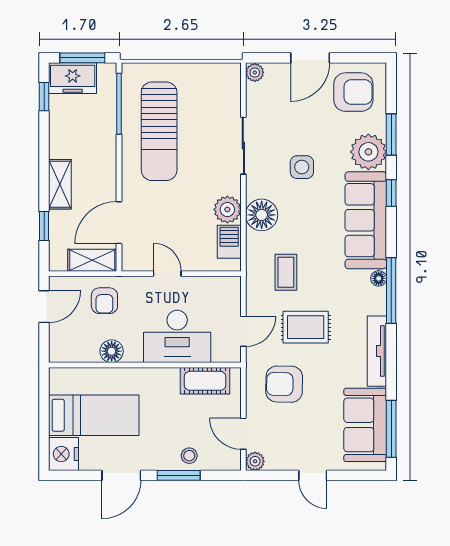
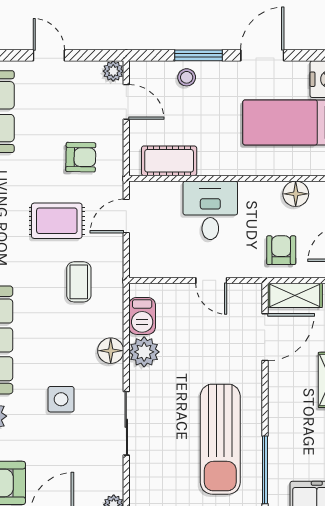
sun lounger: (159, 131) -> (220, 439), turned 180
floor lamp: (262, 215) -> (111, 351), width x0.73, depth x0.73
desk: (177, 336) -> (210, 210), width x0.73
floor lamp: (112, 351) -> (296, 194), moved
armchair: (284, 384) -> (81, 157), width x0.72, depth x0.72

